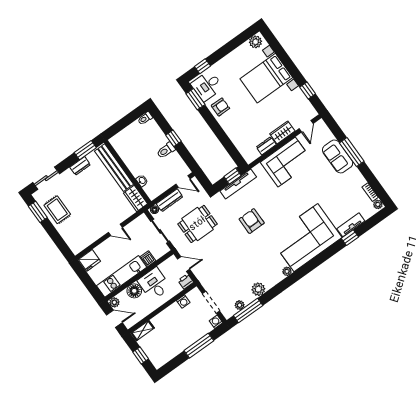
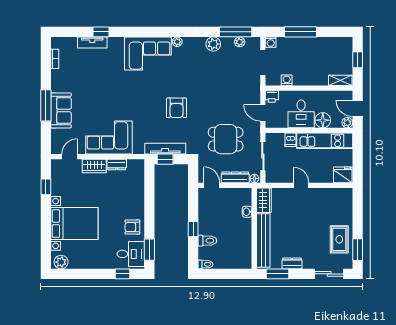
toilet: (166, 150) -> (207, 241), moved
plant: (378, 204) -> (56, 43), removed
corner sofa: (306, 238) -> (148, 53), width x0.73, depth x0.74

